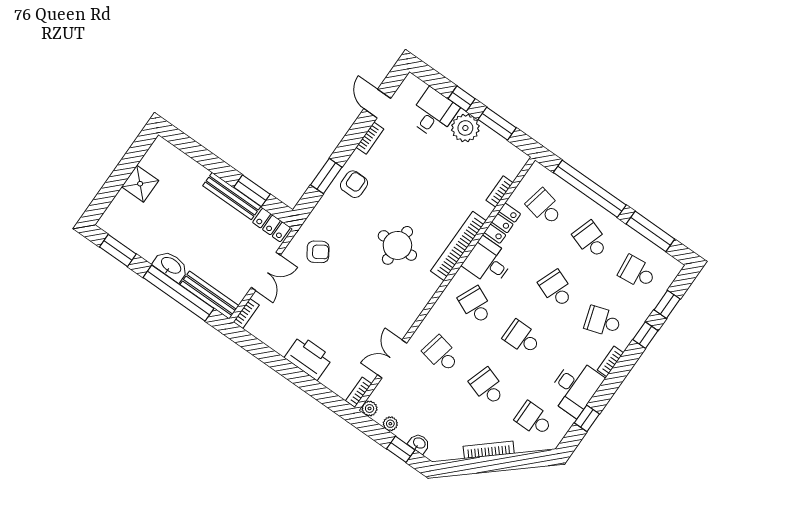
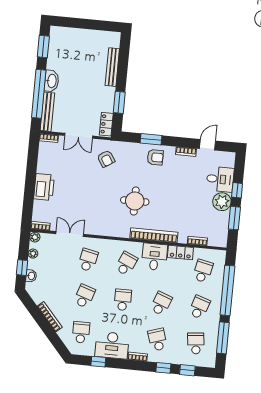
shower: (140, 184) -> (88, 38), removed
bench: (232, 196) -> (112, 67), moved

